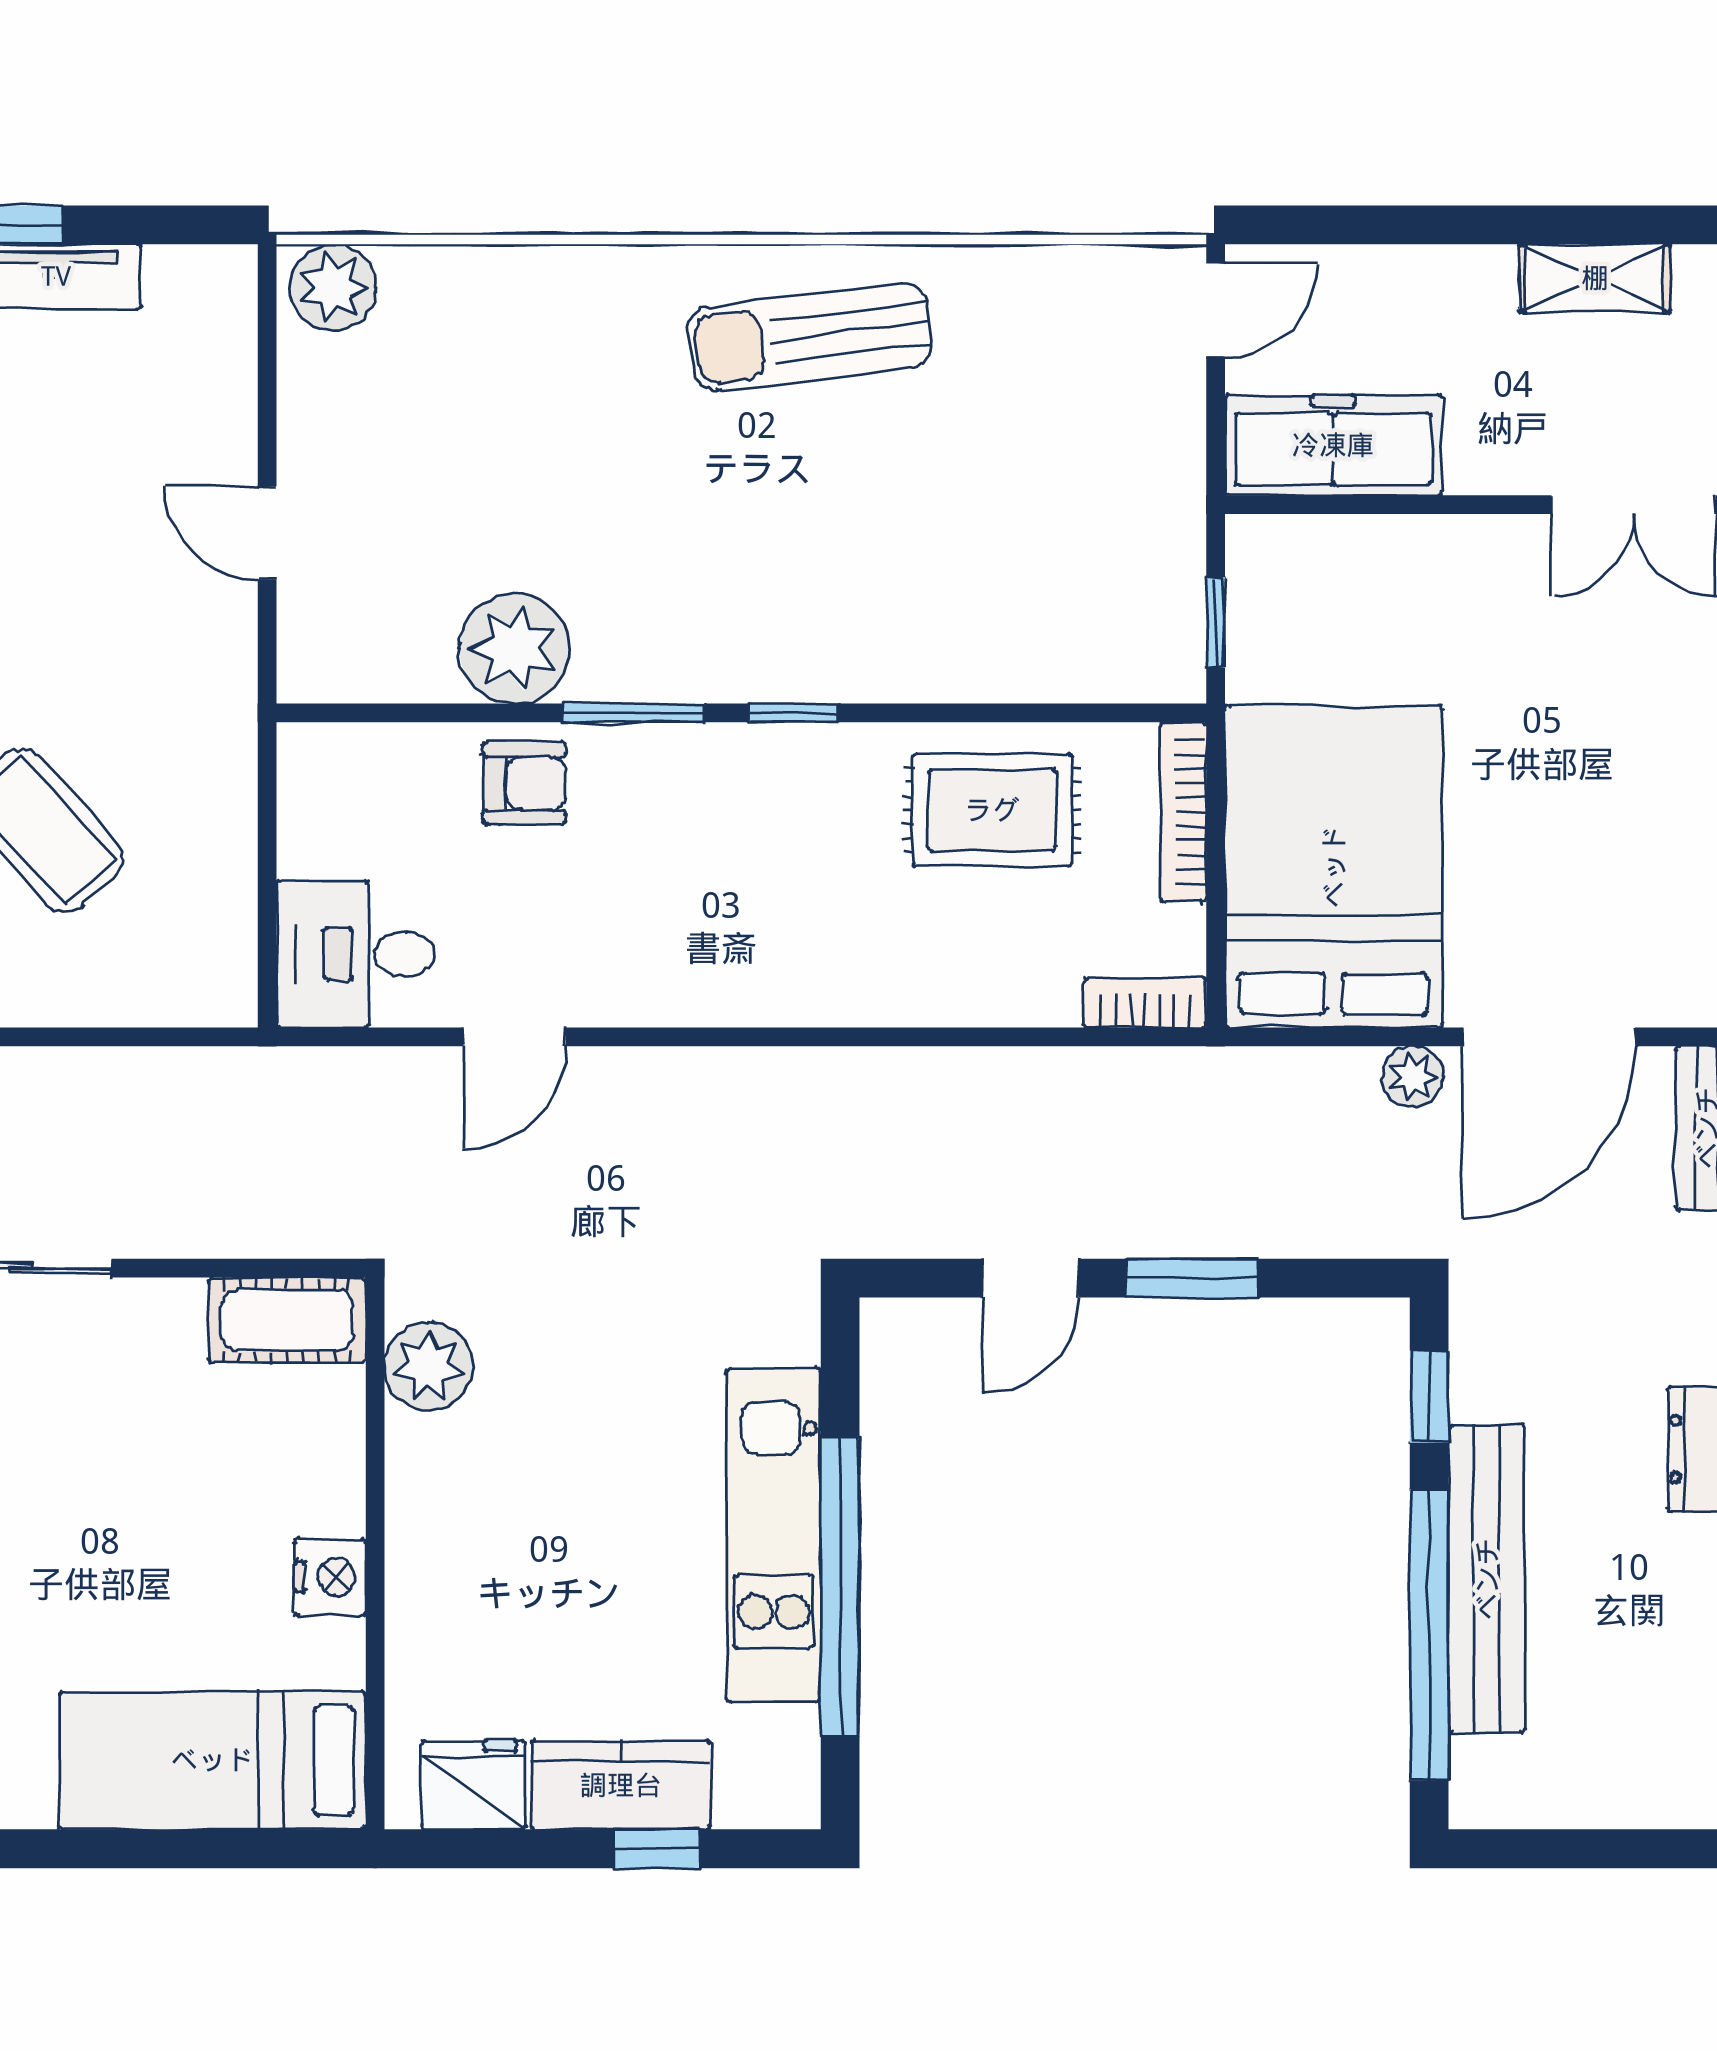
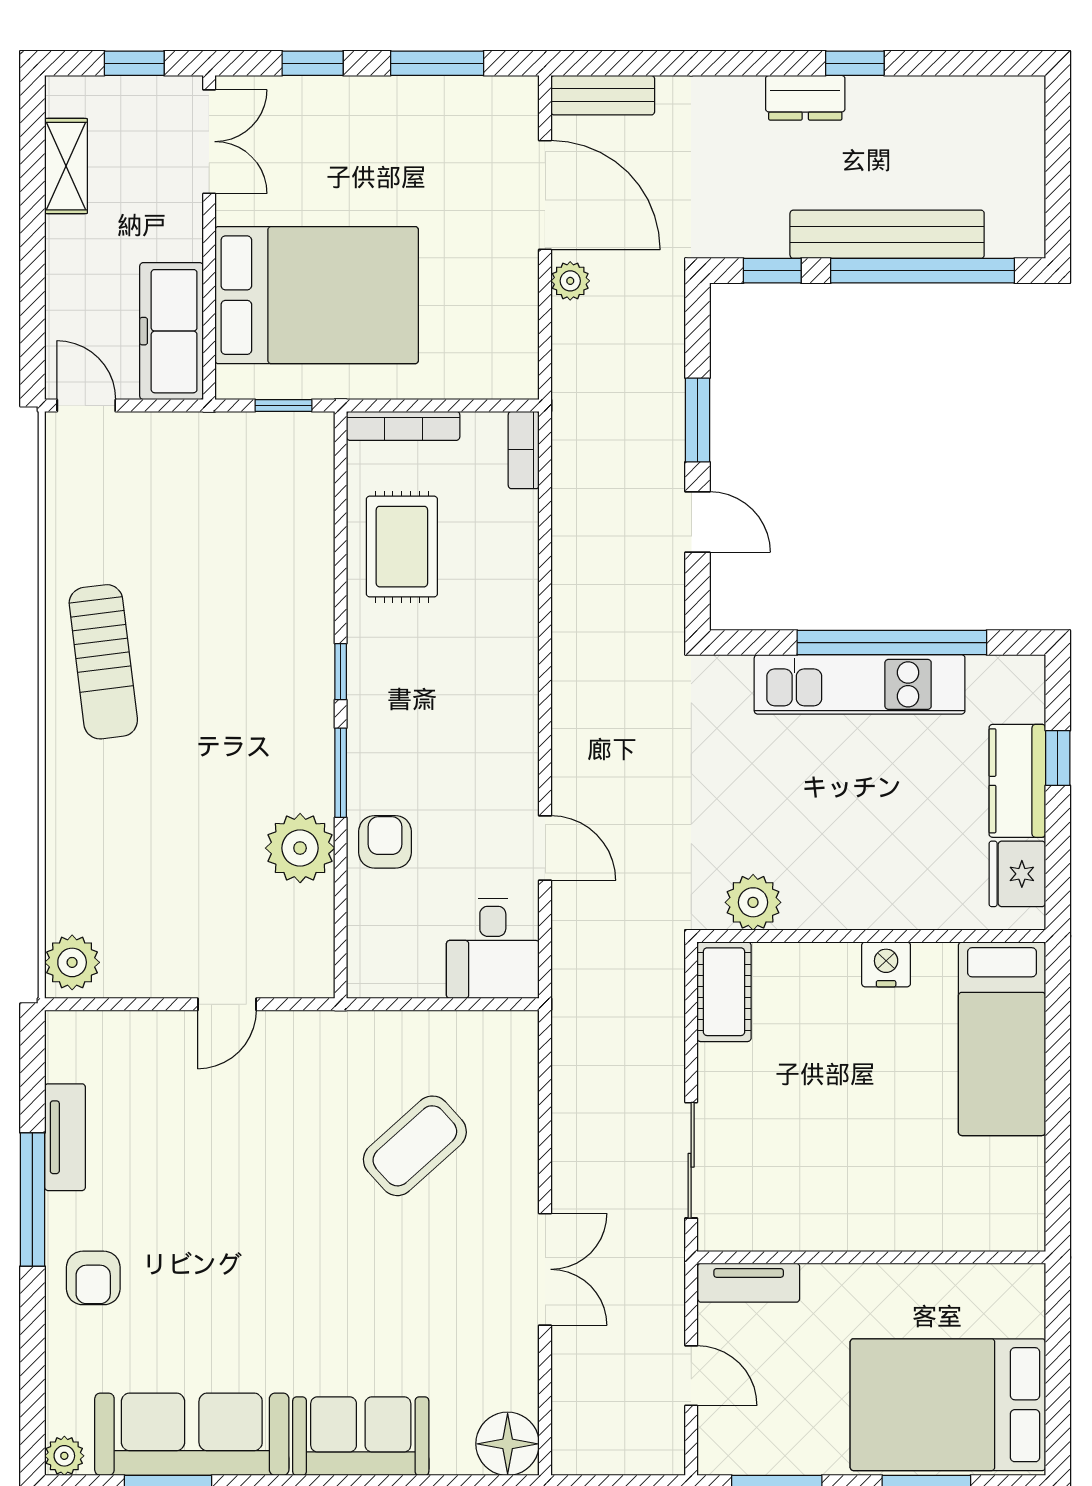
bed: (1334, 867) -> (317, 295), moved, turned 180

